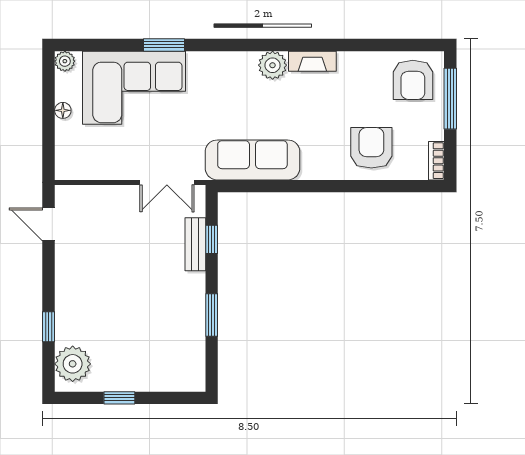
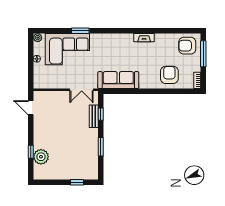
plant: (273, 65) -> (127, 39), removed
armchair: (413, 80) -> (187, 46), turned 90
plant: (73, 364) -> (41, 157), moved
window: (119, 398) -> (77, 182), moved

